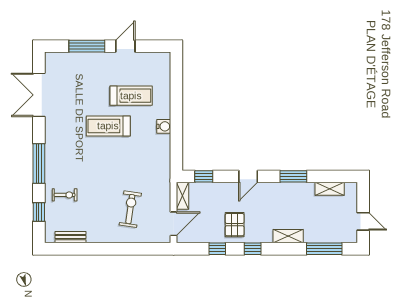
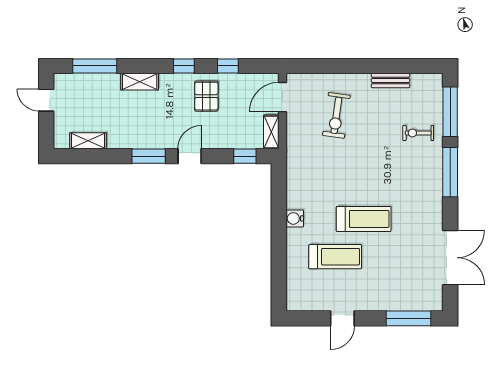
window: (87, 46) -> (409, 318), moved
treadmill: (131, 96) -> (335, 257), turned 180
window: (293, 176) -> (149, 156), moved
window: (39, 212) -> (450, 112), width x2.17
bench: (71, 237) -> (391, 80), moved

